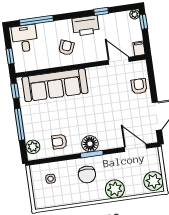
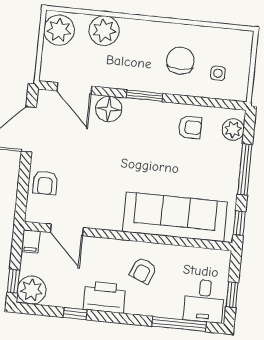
plant: (135, 14) -> (32, 290), width x1.88, depth x1.88
window: (10, 56) -> (232, 295), moved
floor lamp: (90, 144) -> (109, 109), moved
chair: (87, 175) -> (180, 61), moved
plant: (115, 189) -> (104, 31), moved

